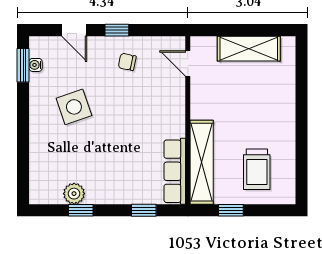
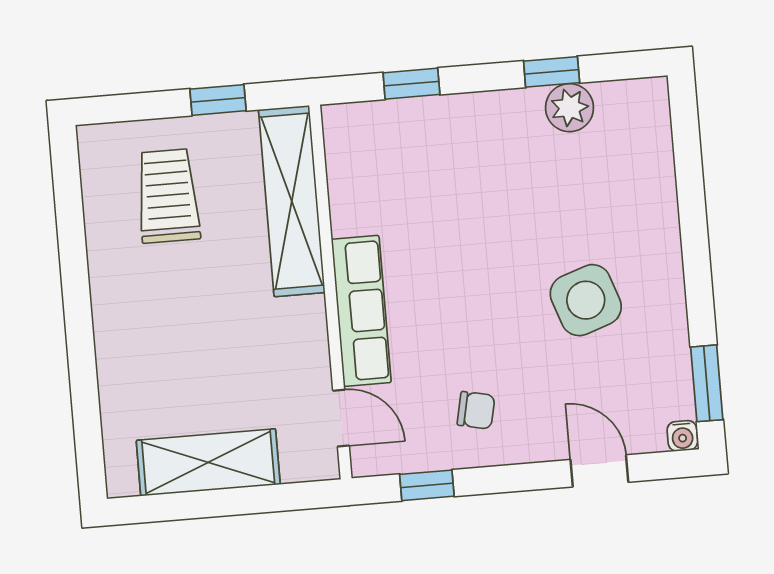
window: (117, 30) -> (427, 485), moved
water cooler: (36, 65) -> (682, 436), moved, turned 90
row of seats: (175, 171) -> (361, 311), moved

